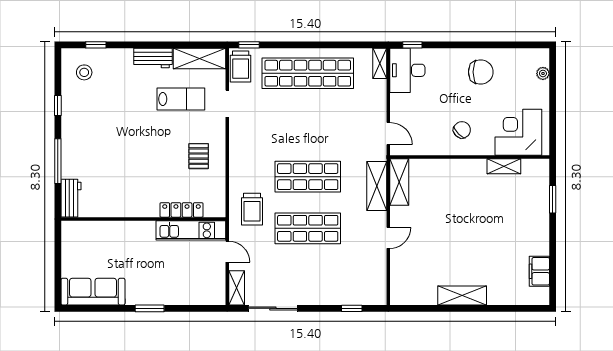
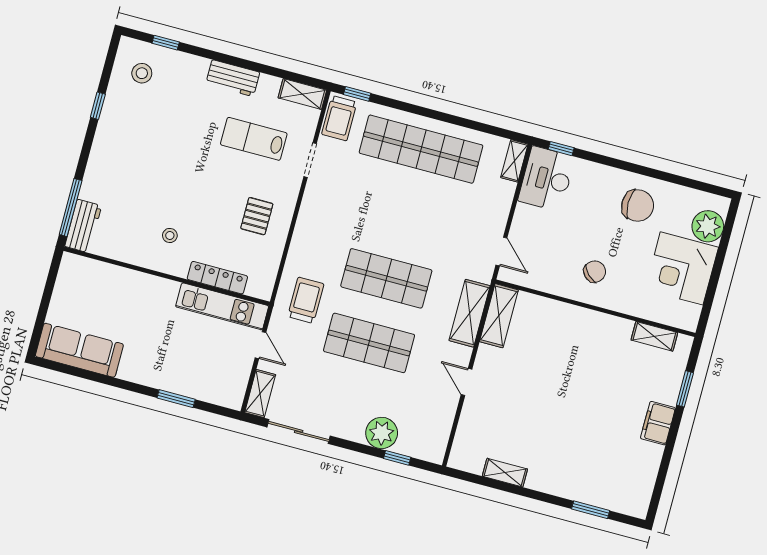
shelving: (199, 58) -> (302, 94), width x0.67, depth x0.75
plant: (543, 73) -> (708, 226), width x1.88, depth x1.88
lab bench: (181, 99) -> (254, 139), turned 180
corner desk: (518, 132) -> (682, 268), moved, turned -90
window: (58, 161) -> (71, 208), moved
shelving: (504, 166) -> (654, 336), moved
stool: (138, 188) -> (170, 235), added
trolley: (252, 209) -> (306, 300), turned 180
door: (388, 238) -> (467, 382), swing flipped
filing cabinet: (539, 271) -> (658, 423), moved
plant: (335, 293) -> (382, 433), added
shelving: (462, 295) -> (505, 473), moved, width x0.67, depth x0.75
window: (150, 308) -> (176, 399), moved
window: (506, 308) -> (591, 510), added

